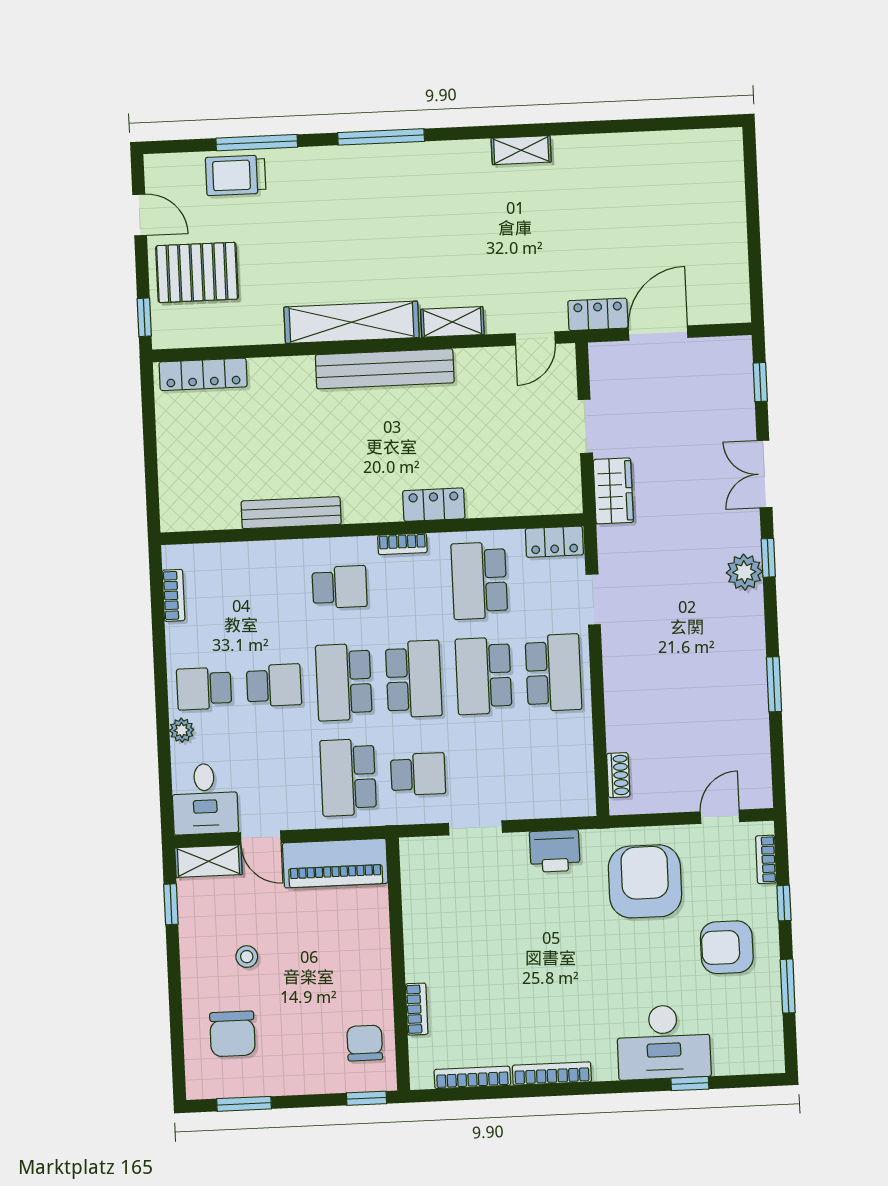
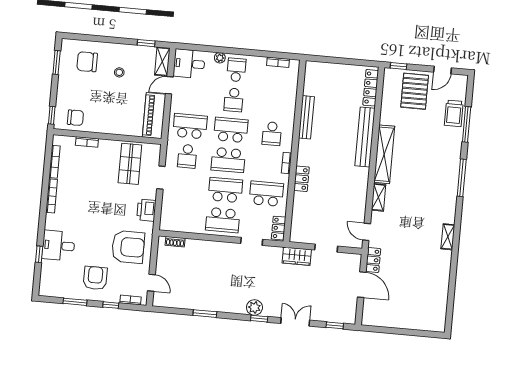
trolley: (236, 175) -> (454, 113), turned 180
bench: (385, 369) -> (365, 137), moved
shop shelf: (454, 903) -> (130, 164), added
desk: (664, 1042) -> (58, 246), width x0.73

